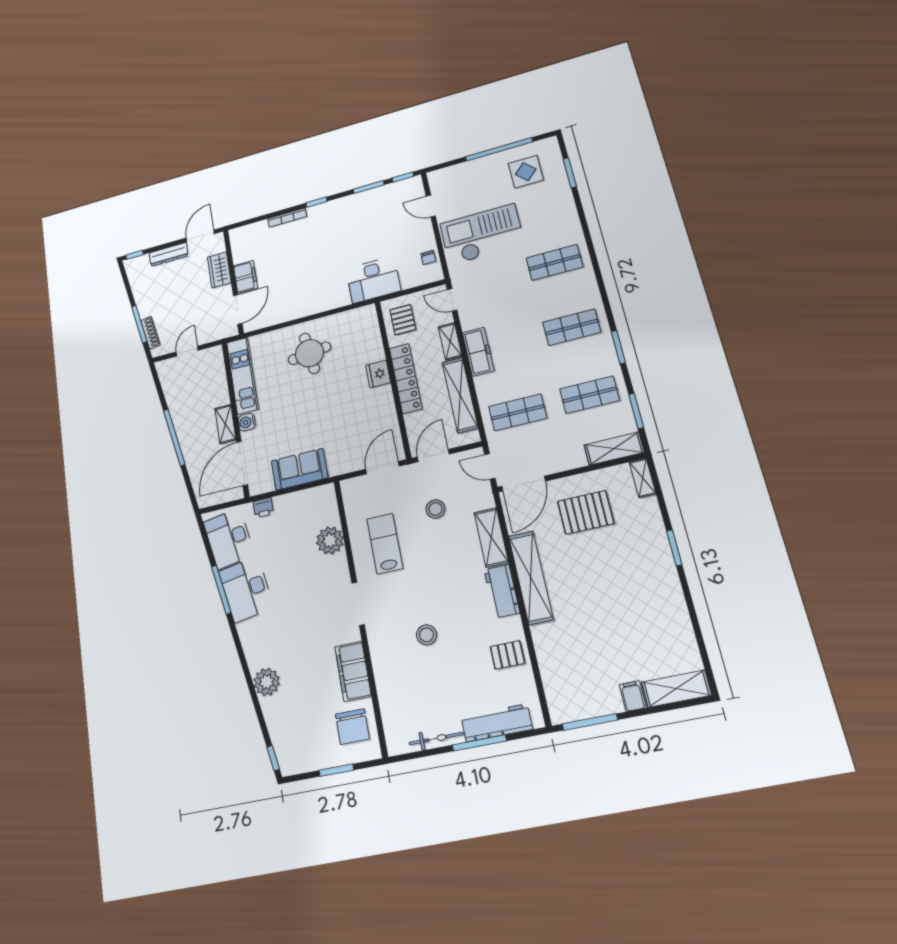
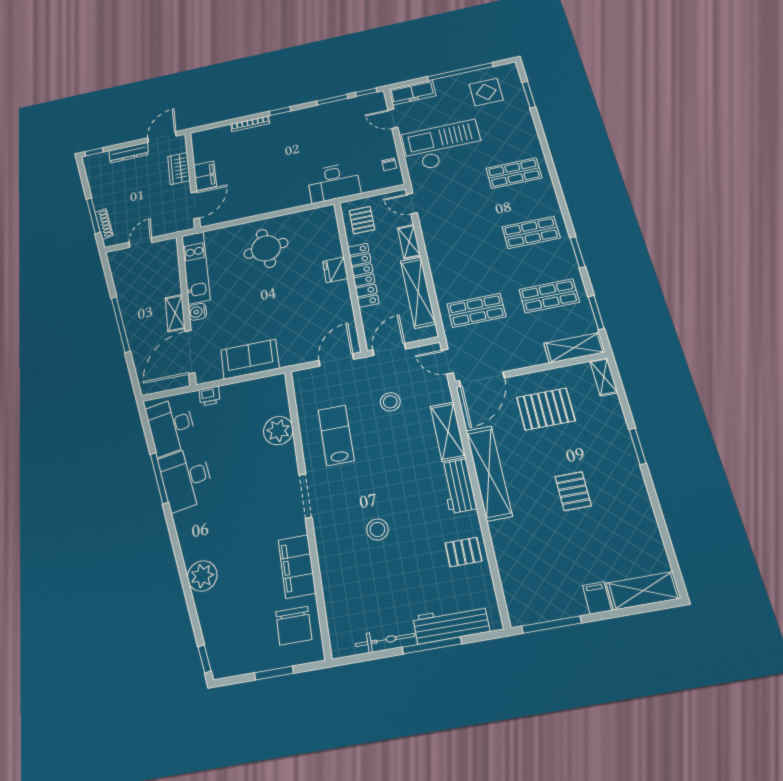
freezer: (478, 352) -> (412, 93), moved, turned 90
pallet: (611, 594) -> (573, 491), added

